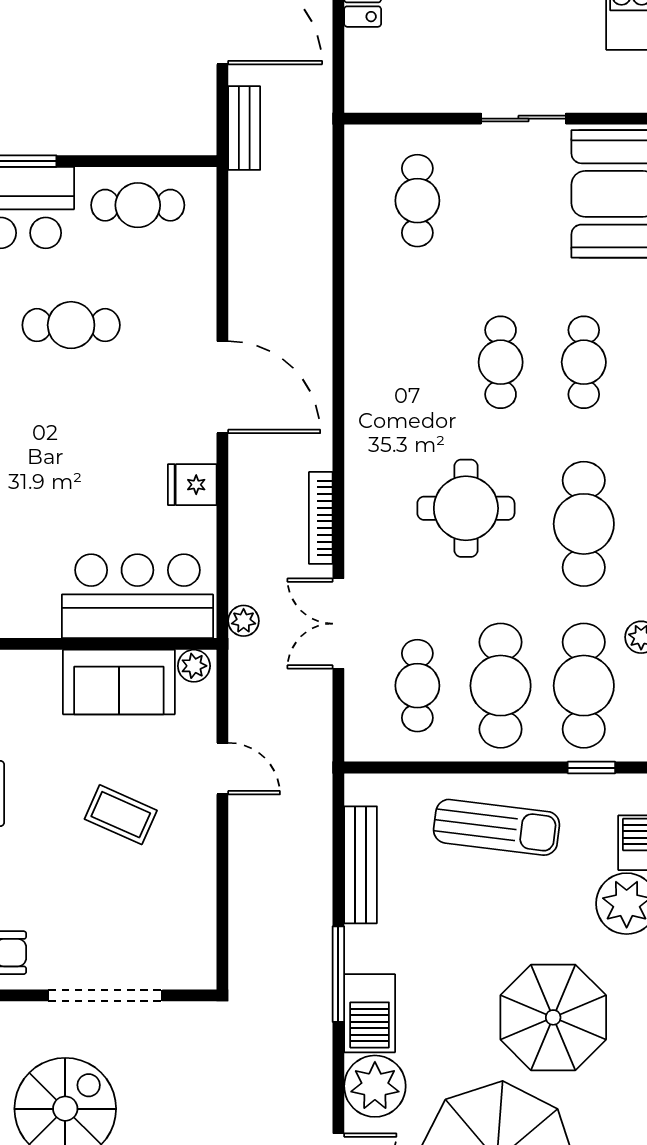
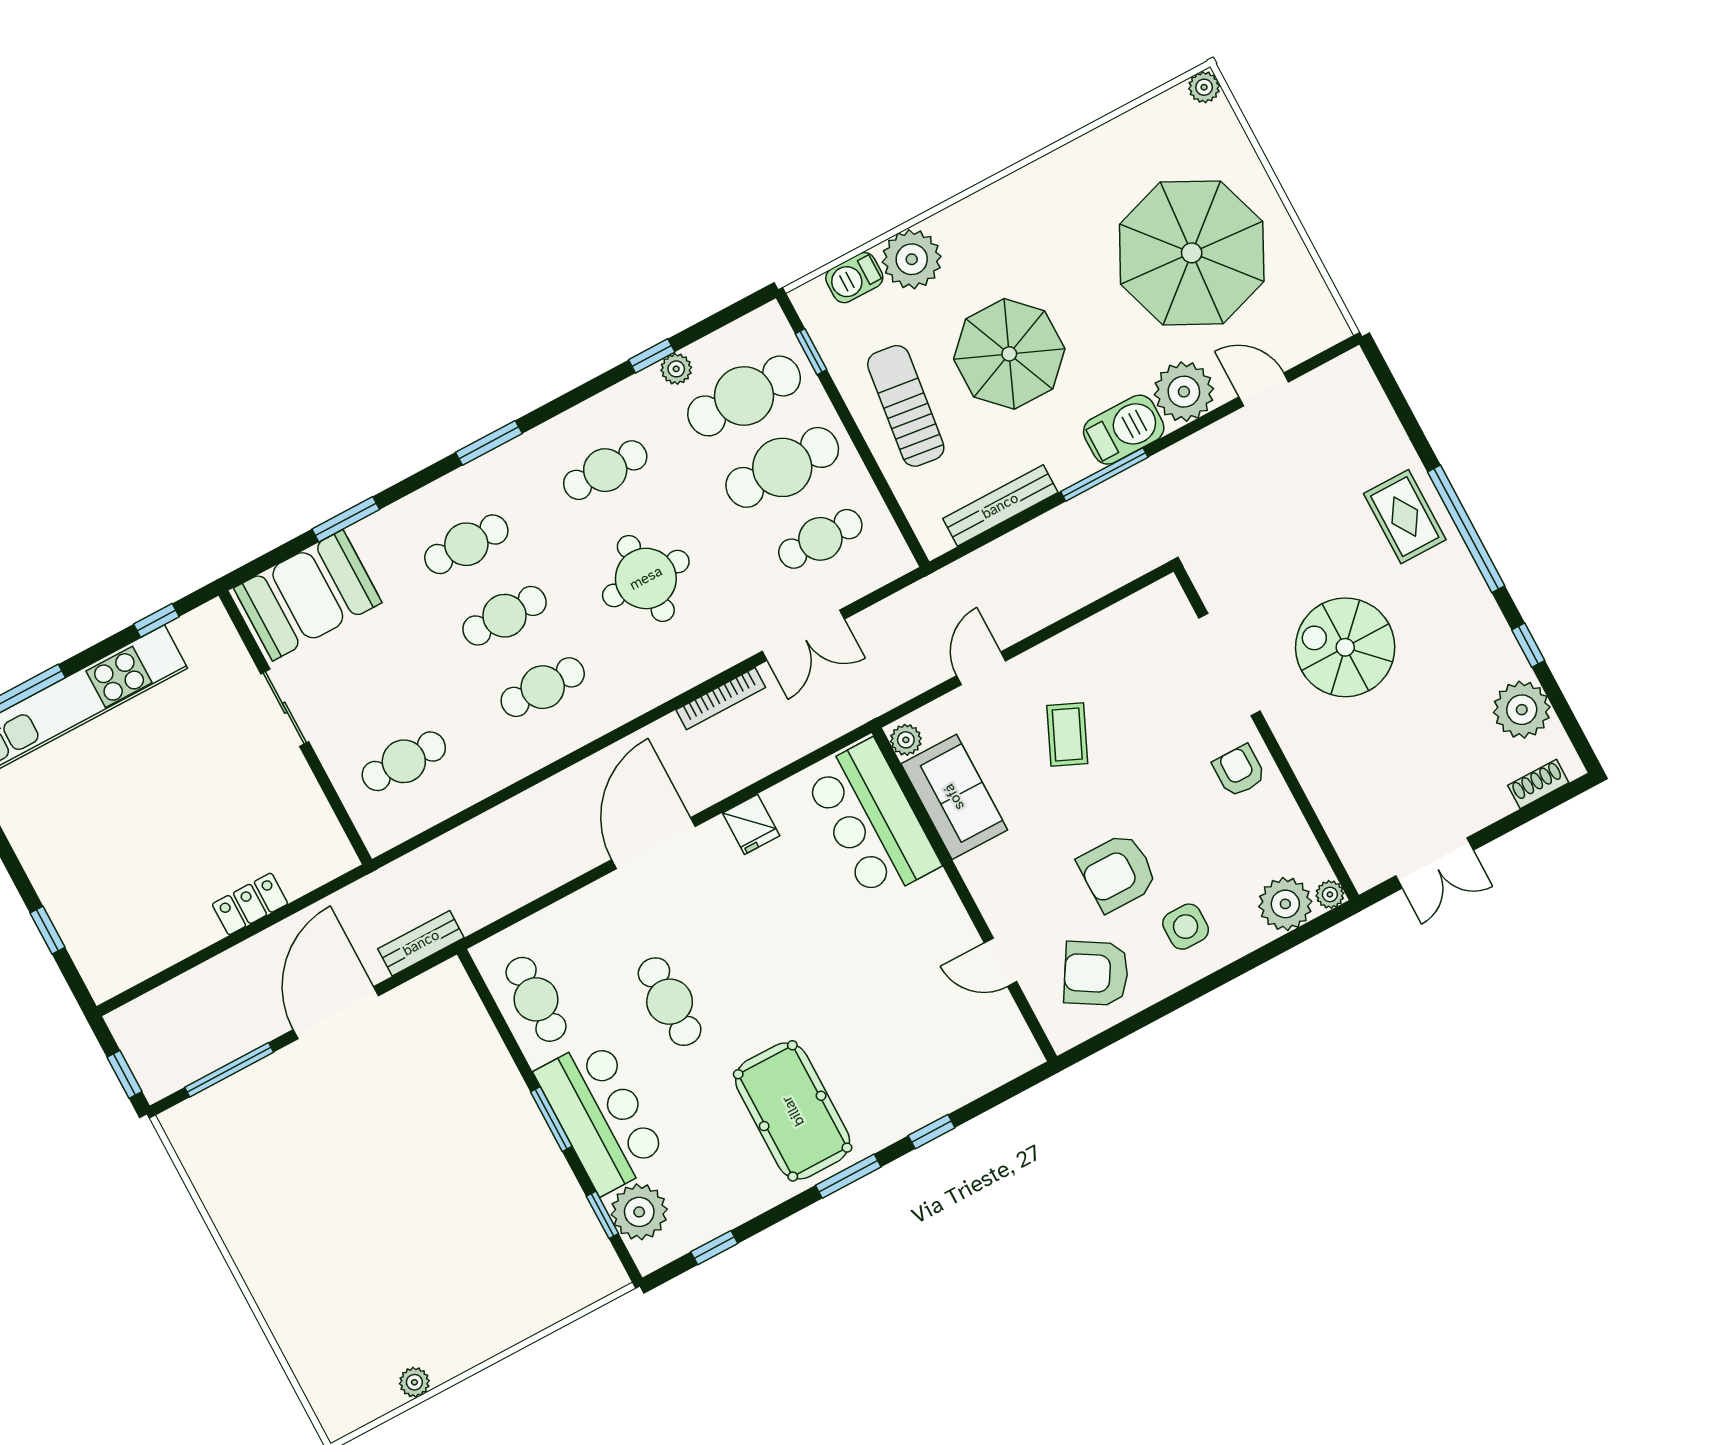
cafe table: (417, 362) -> (543, 687), added
cafe table: (584, 524) -> (605, 470), width x0.73, depth x0.74
plant: (244, 621) -> (844, 718), removed
parasol: (553, 1017) -> (1009, 354), moved

